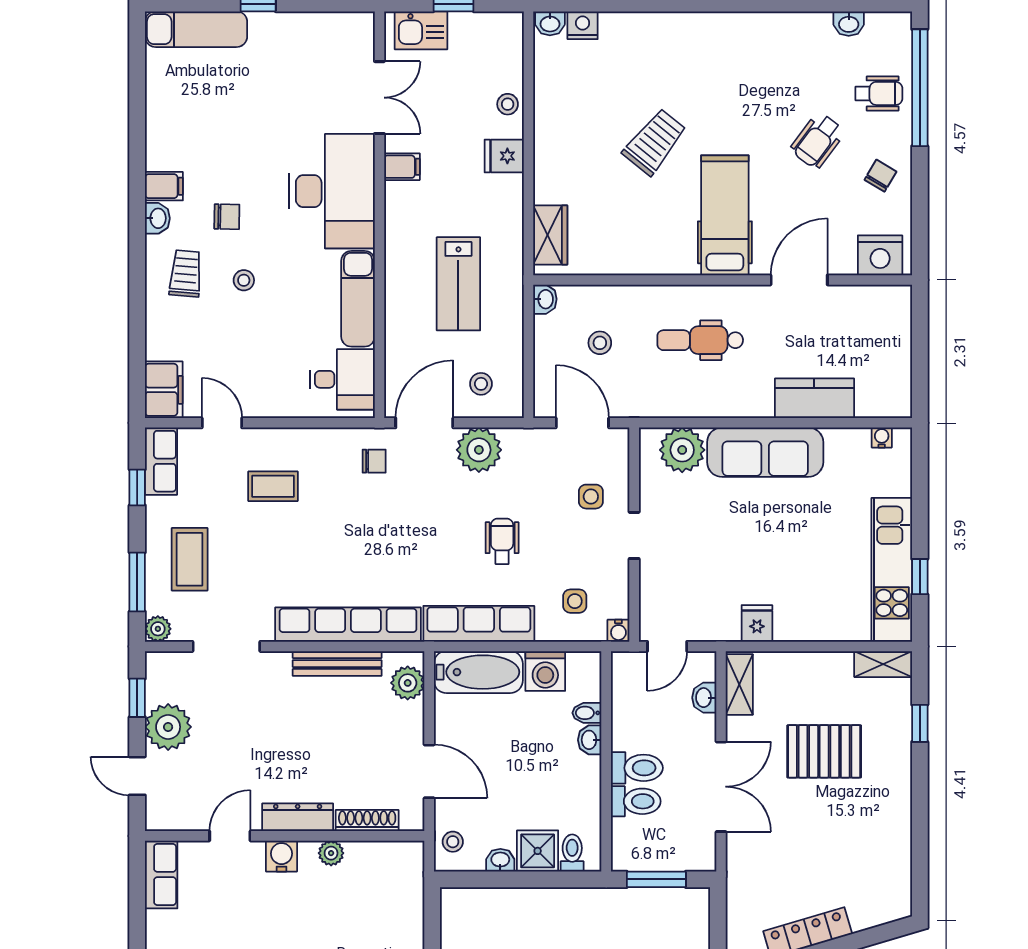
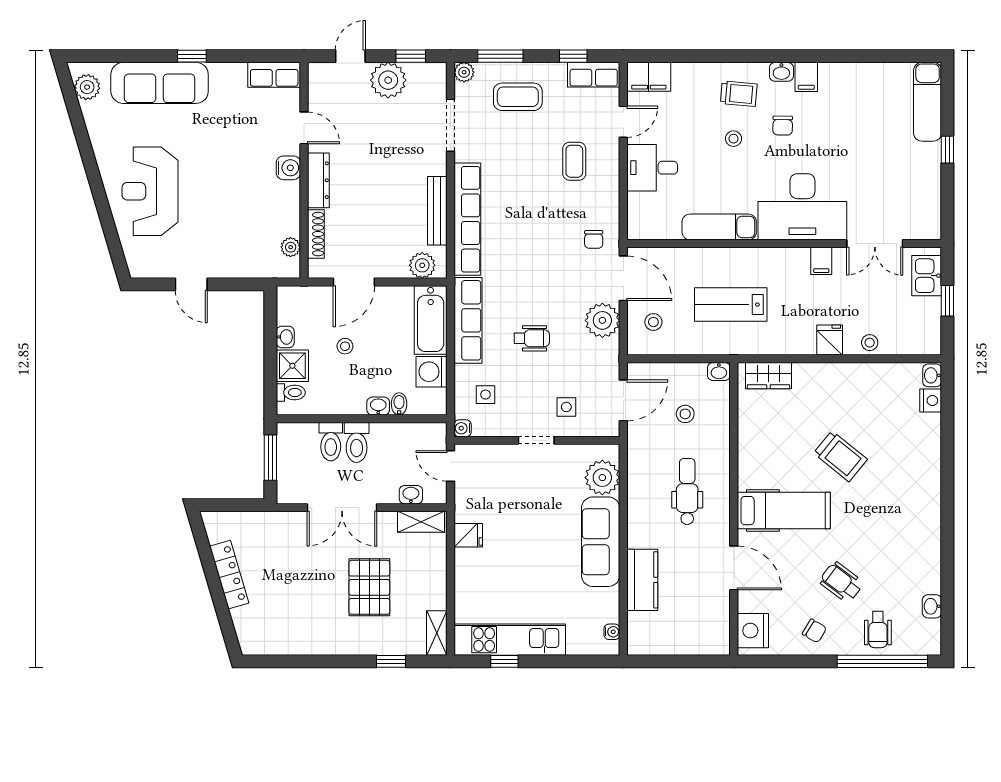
desk: (342, 379) -> (652, 168), moved, turned 90
stool: (453, 842) -> (345, 346), moved
plant: (331, 853) -> (291, 247), moved

